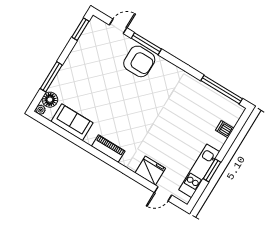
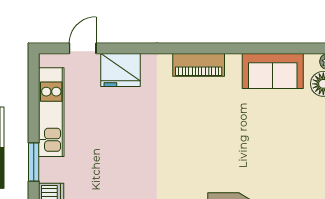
window: (212, 170) -> (34, 162), moved

